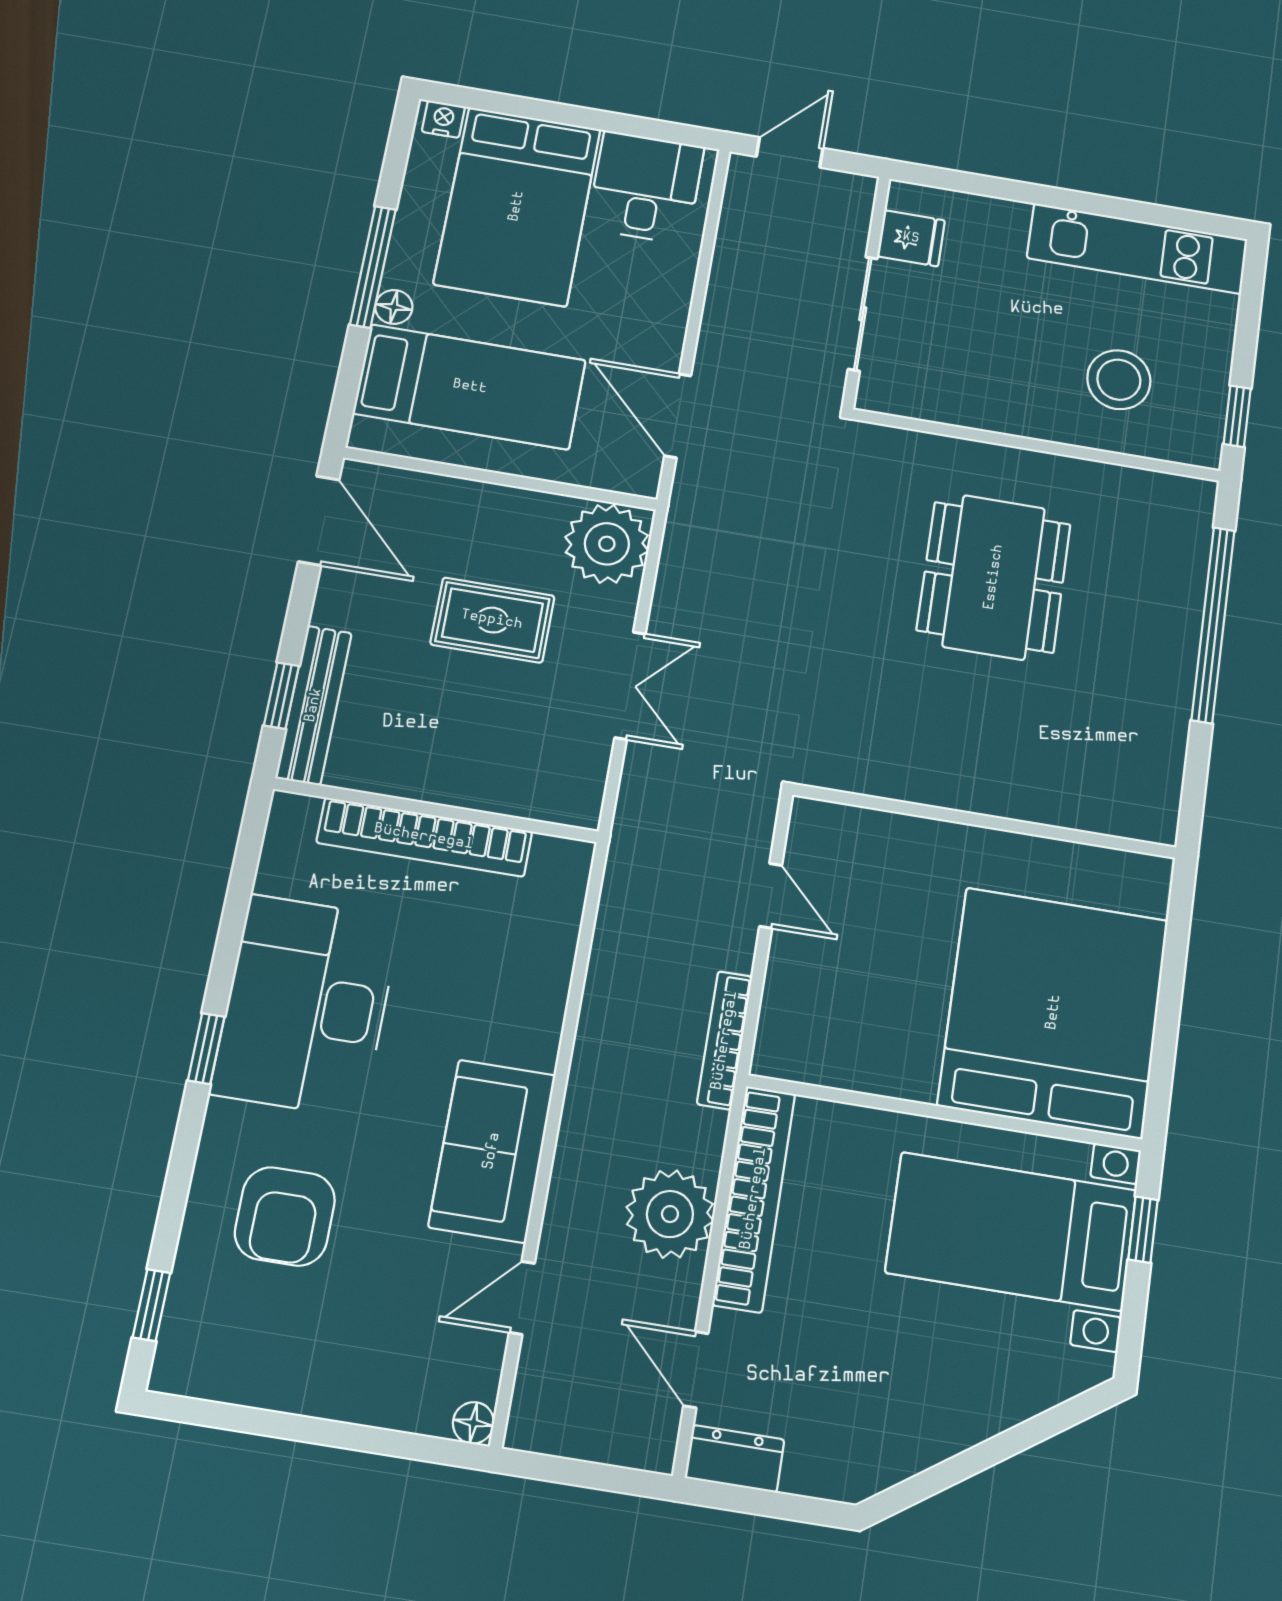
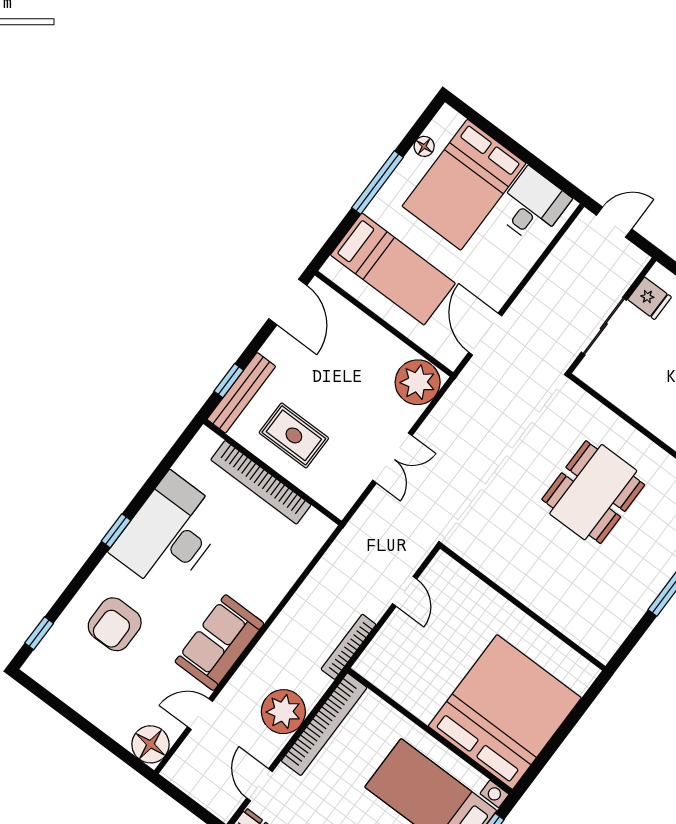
nightstand: (443, 119) -> (451, 119), removed
floor lamp: (394, 307) -> (424, 146), moved
rug: (492, 620) -> (294, 435), moved
floor lamp: (473, 1423) -> (150, 744), width x1.89, depth x1.89

